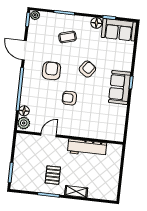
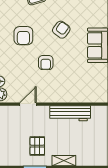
armchair: (51, 71) -> (23, 36), turned 180
armchair: (69, 98) -> (46, 63), turned -90

